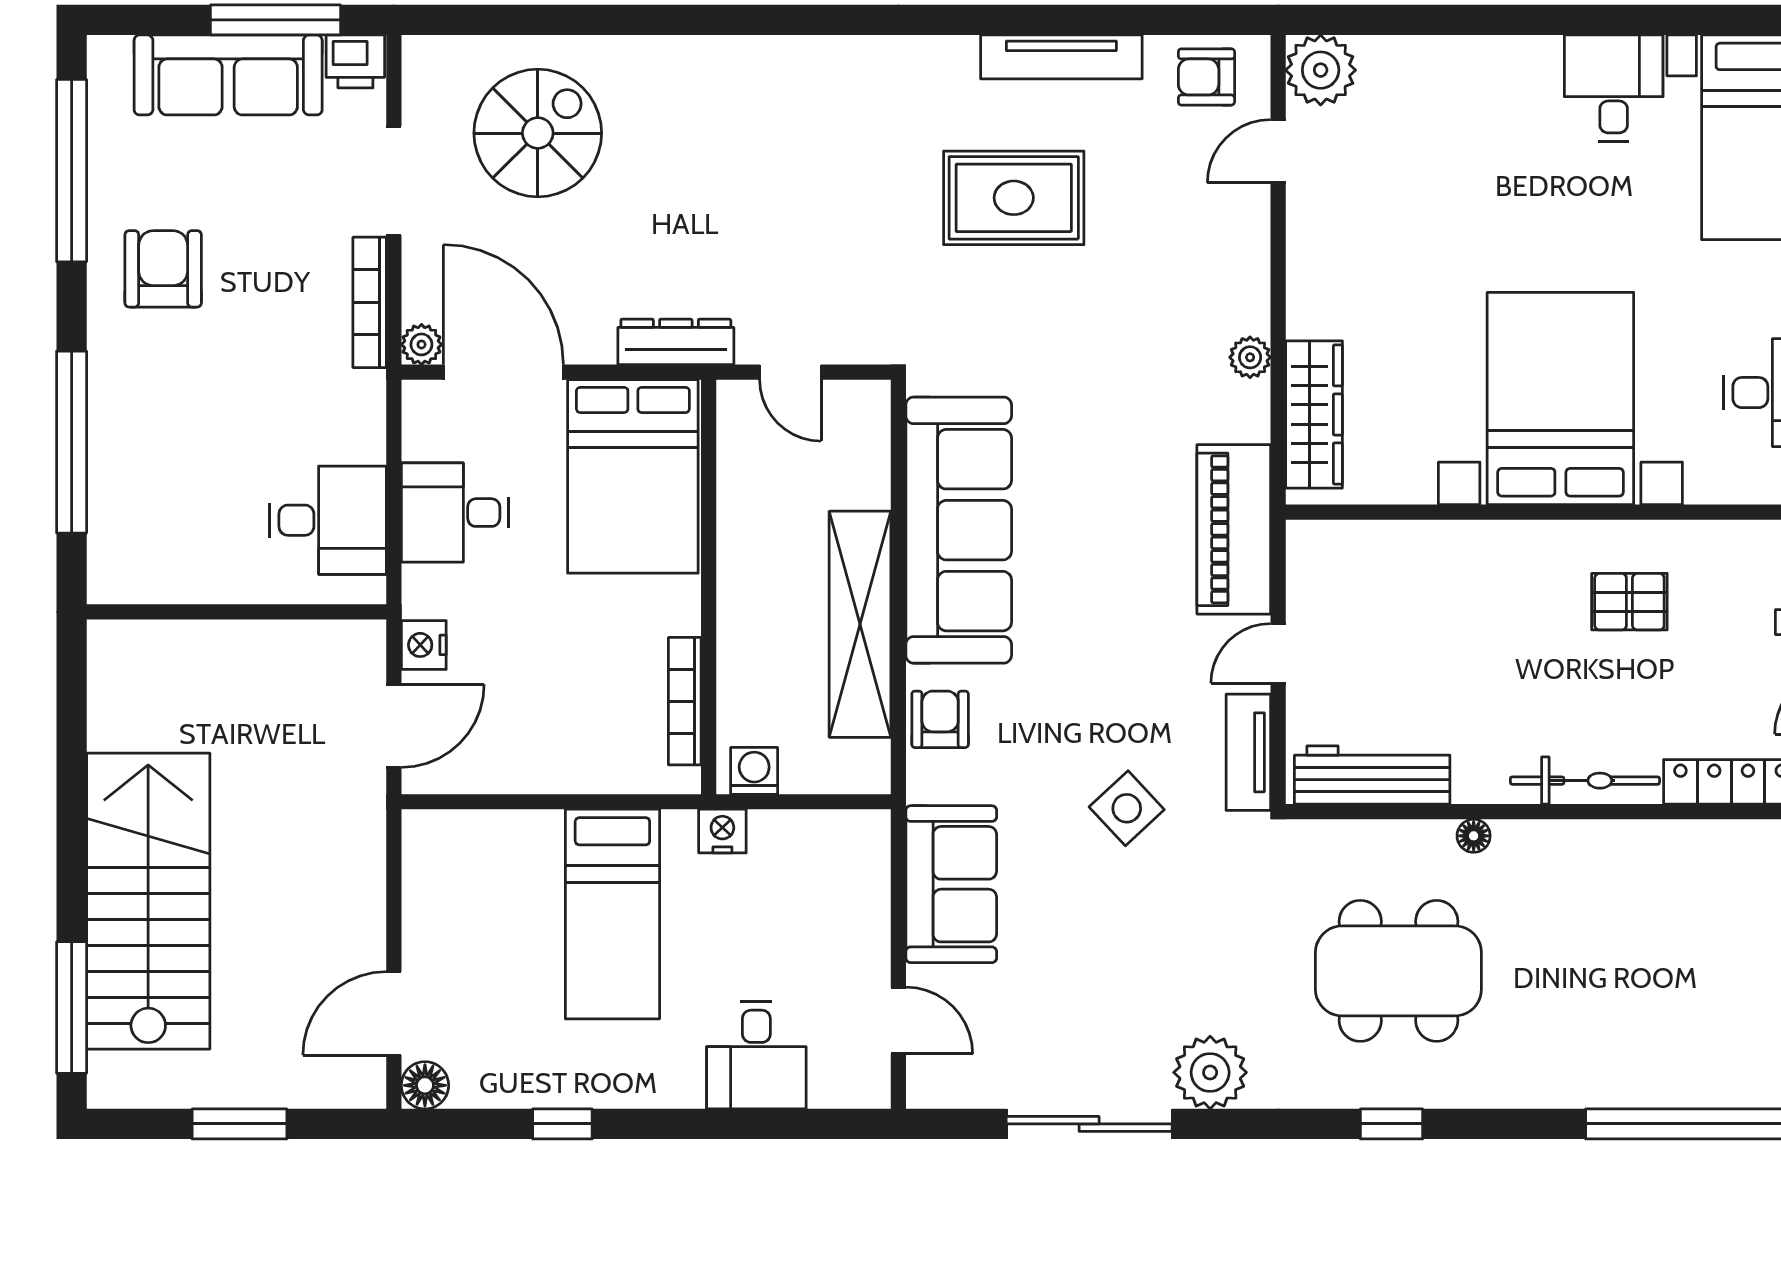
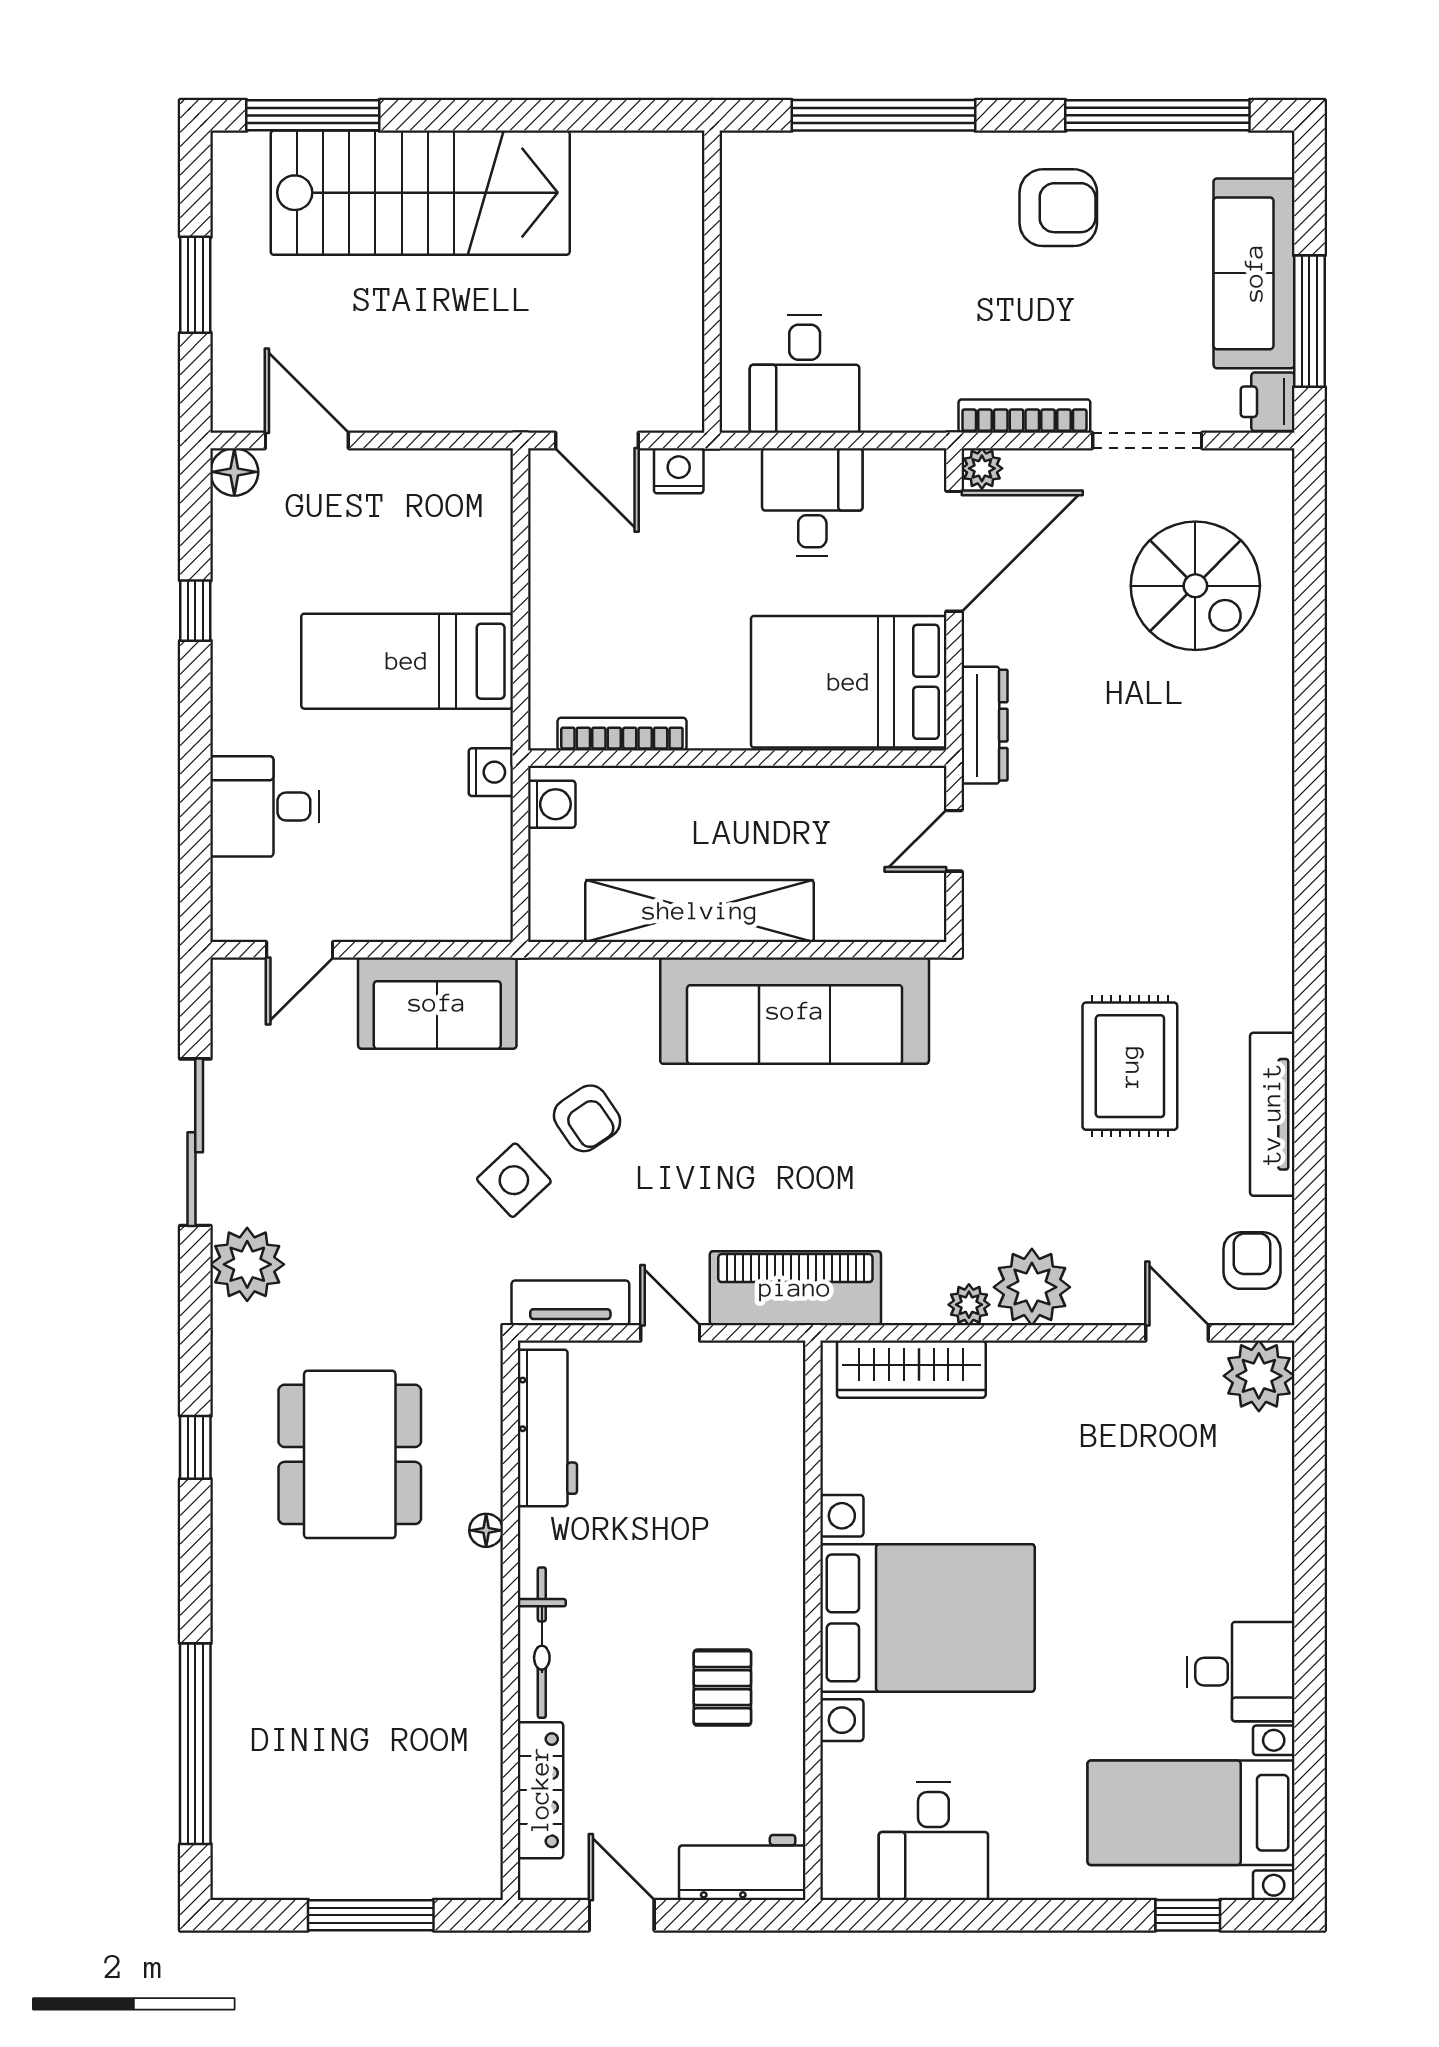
plant: (1233, 295) -> (1032, 1287), added
armchair: (940, 719) -> (587, 1118), moved, turned 56

